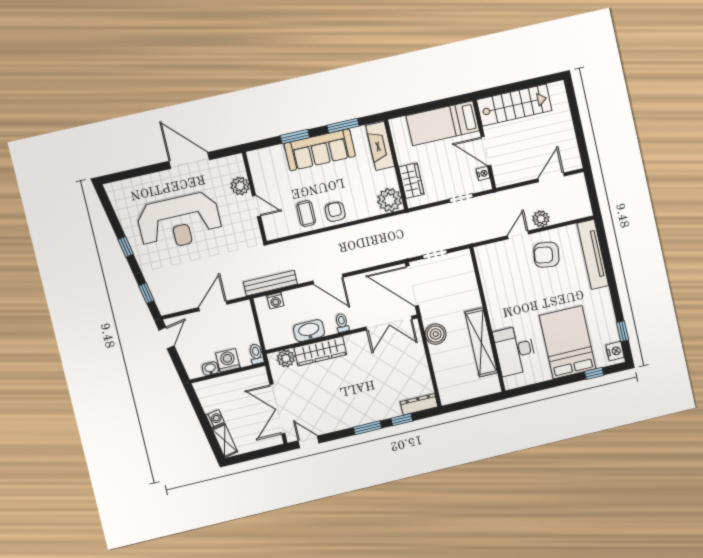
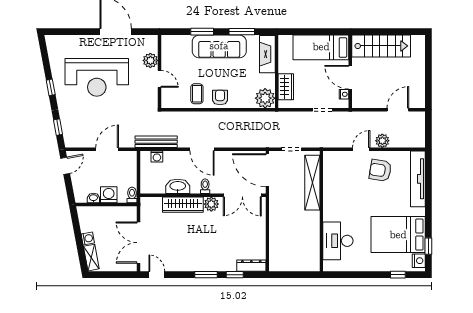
boiler: (436, 334) -> (277, 213), removed
shelving: (481, 342) -> (312, 183), moved
bed: (568, 342) -> (398, 235), moved, turned -90
plant: (286, 358) -> (211, 204), moved

